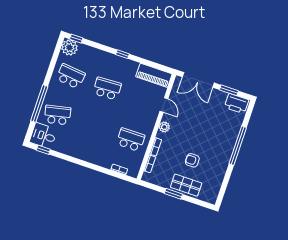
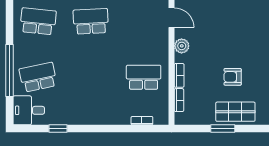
window: (43, 150) -> (58, 128), moved

